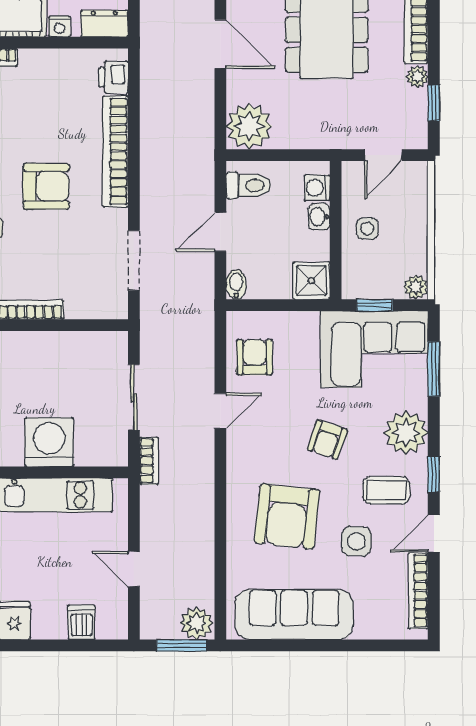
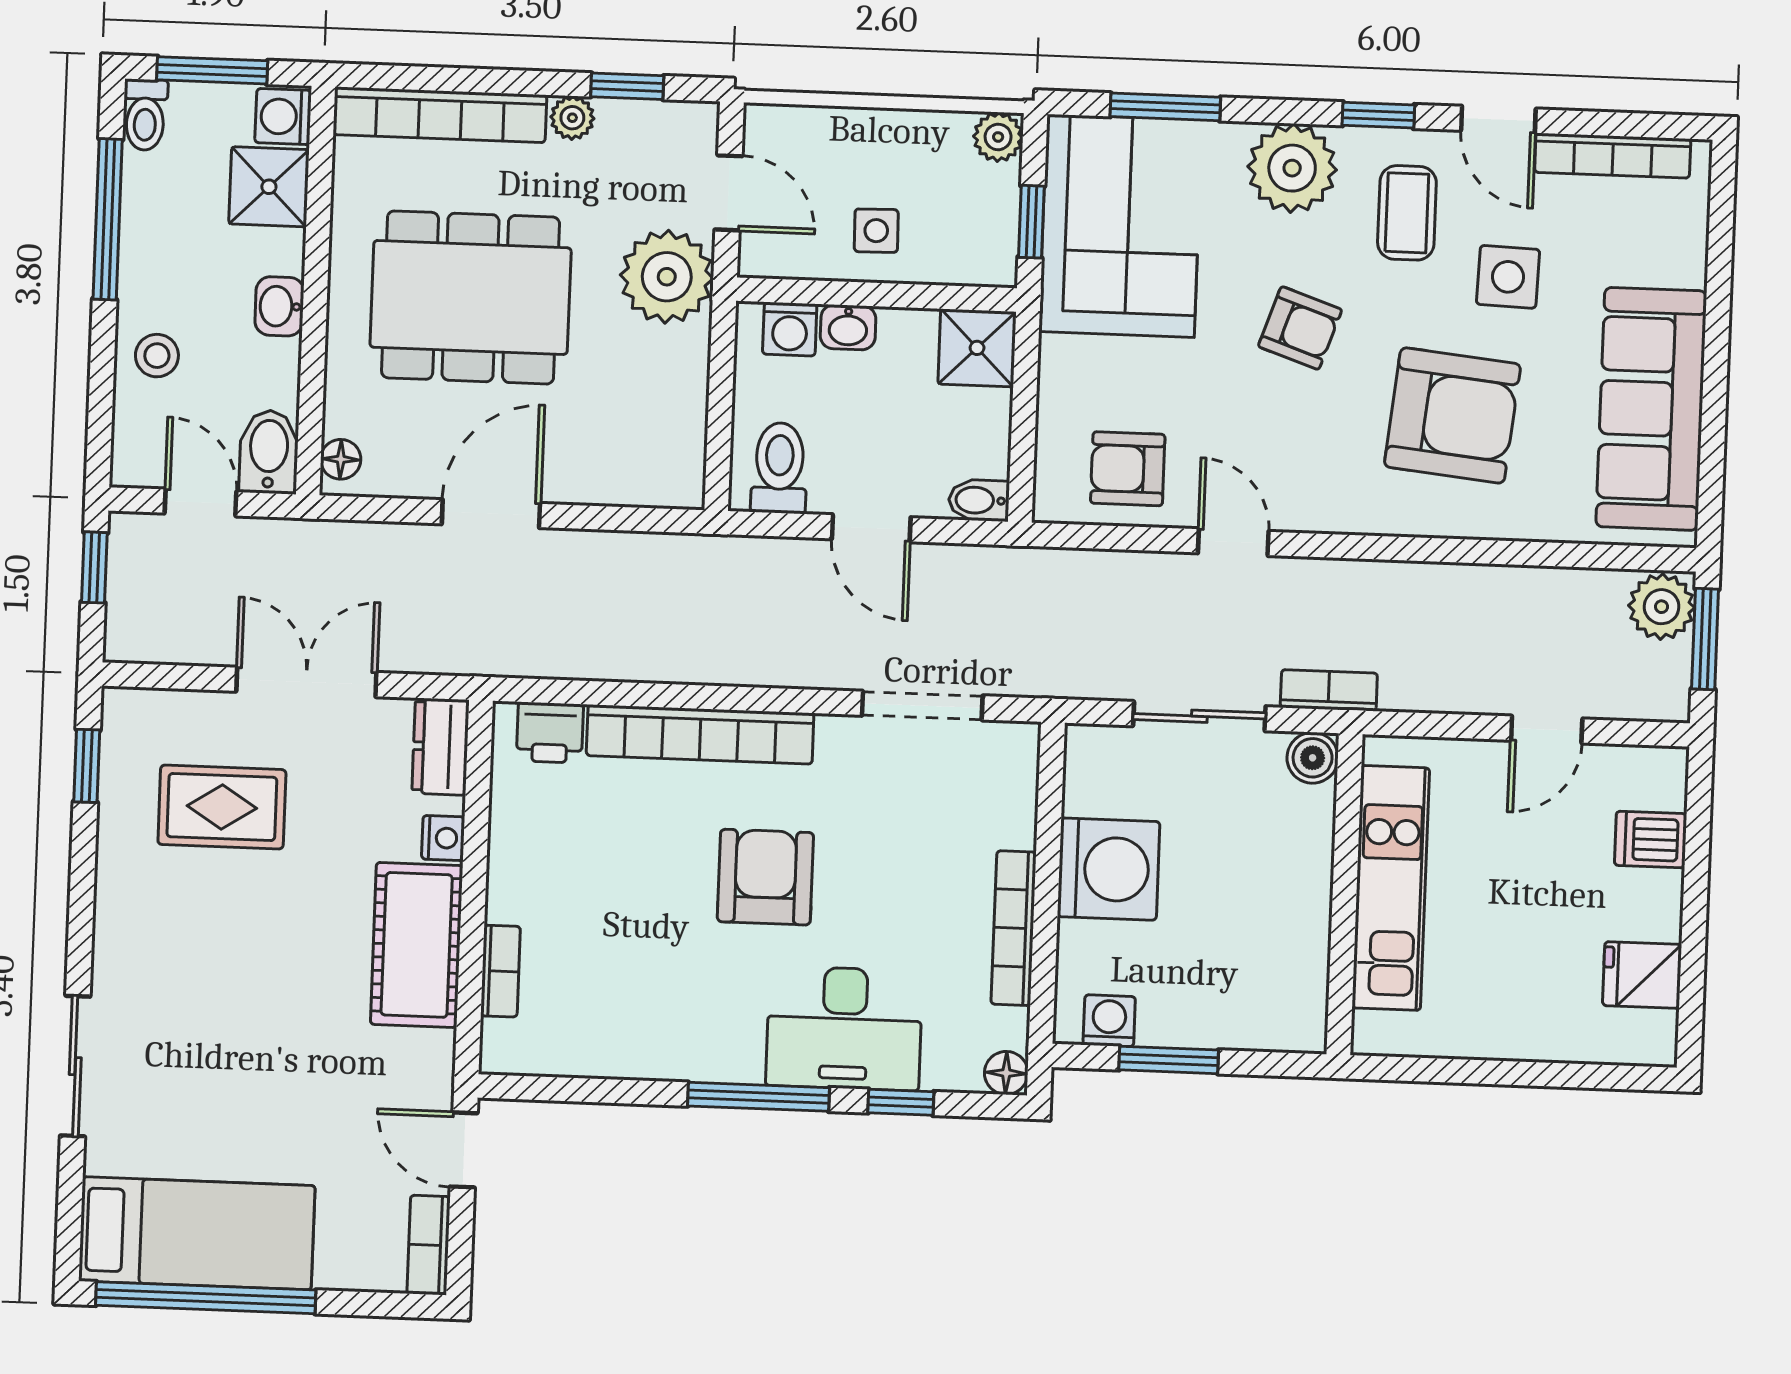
plant: (249, 126) -> (667, 277), moved
washing machine: (49, 442) -> (1109, 869), moved, turned 180
boiler: (115, 454) -> (1313, 758), added

